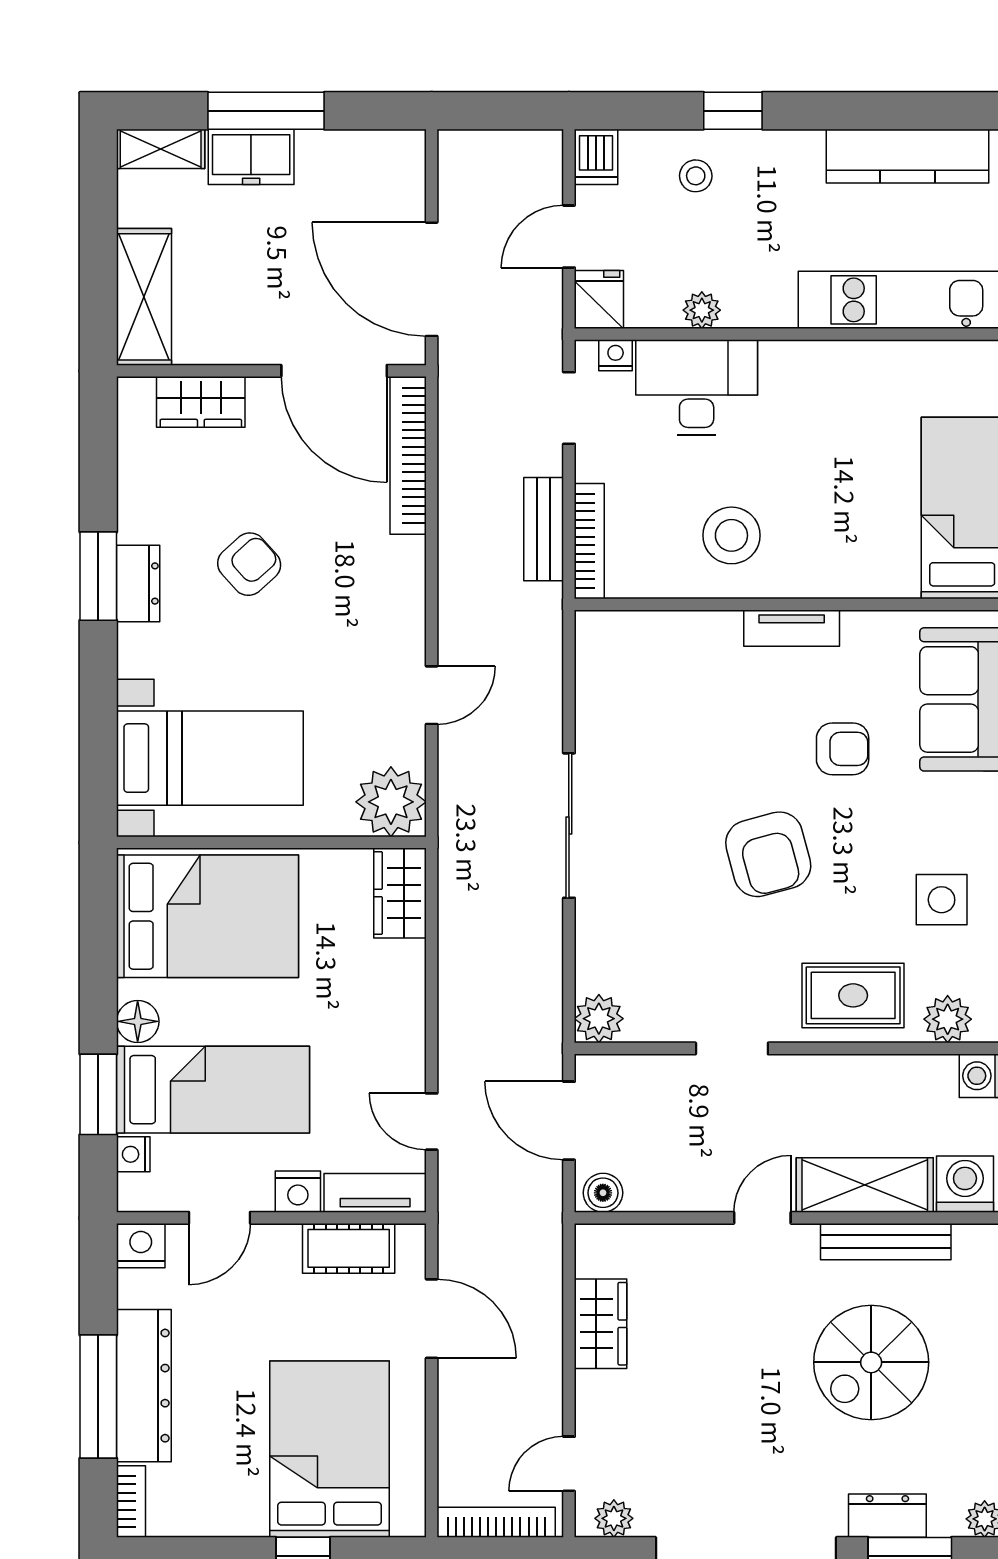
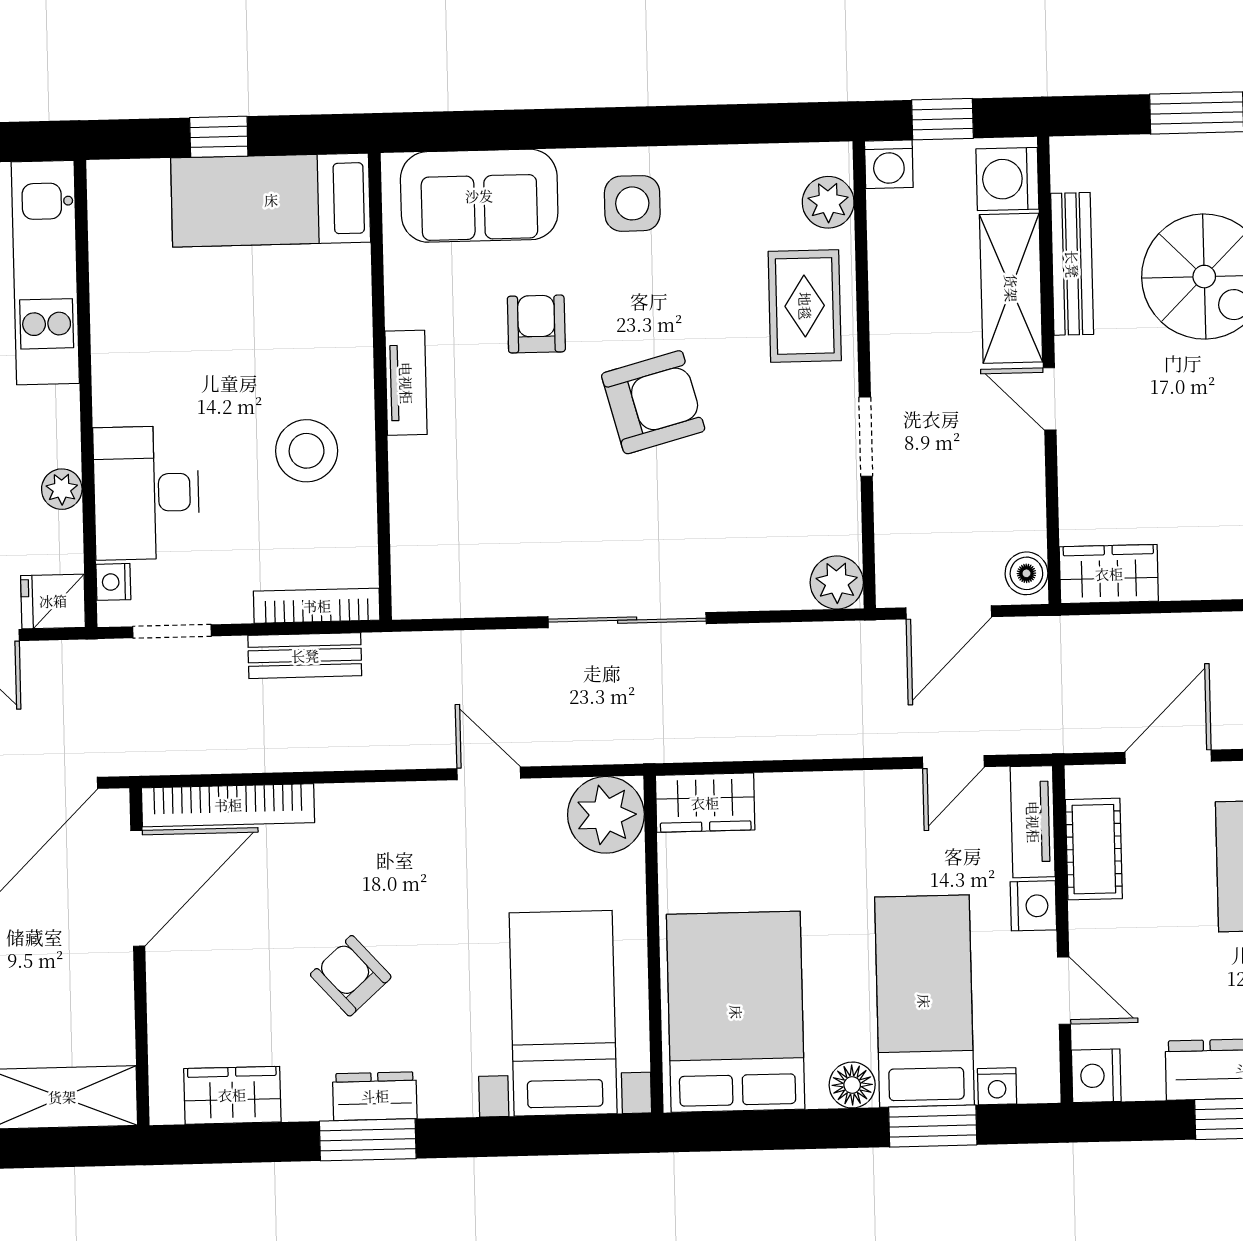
wardrobe: (201, 402) -> (232, 1095), moved, turned -90
side table: (942, 900) -> (632, 203), moved
wardrobe: (601, 1324) -> (1109, 574), moved

